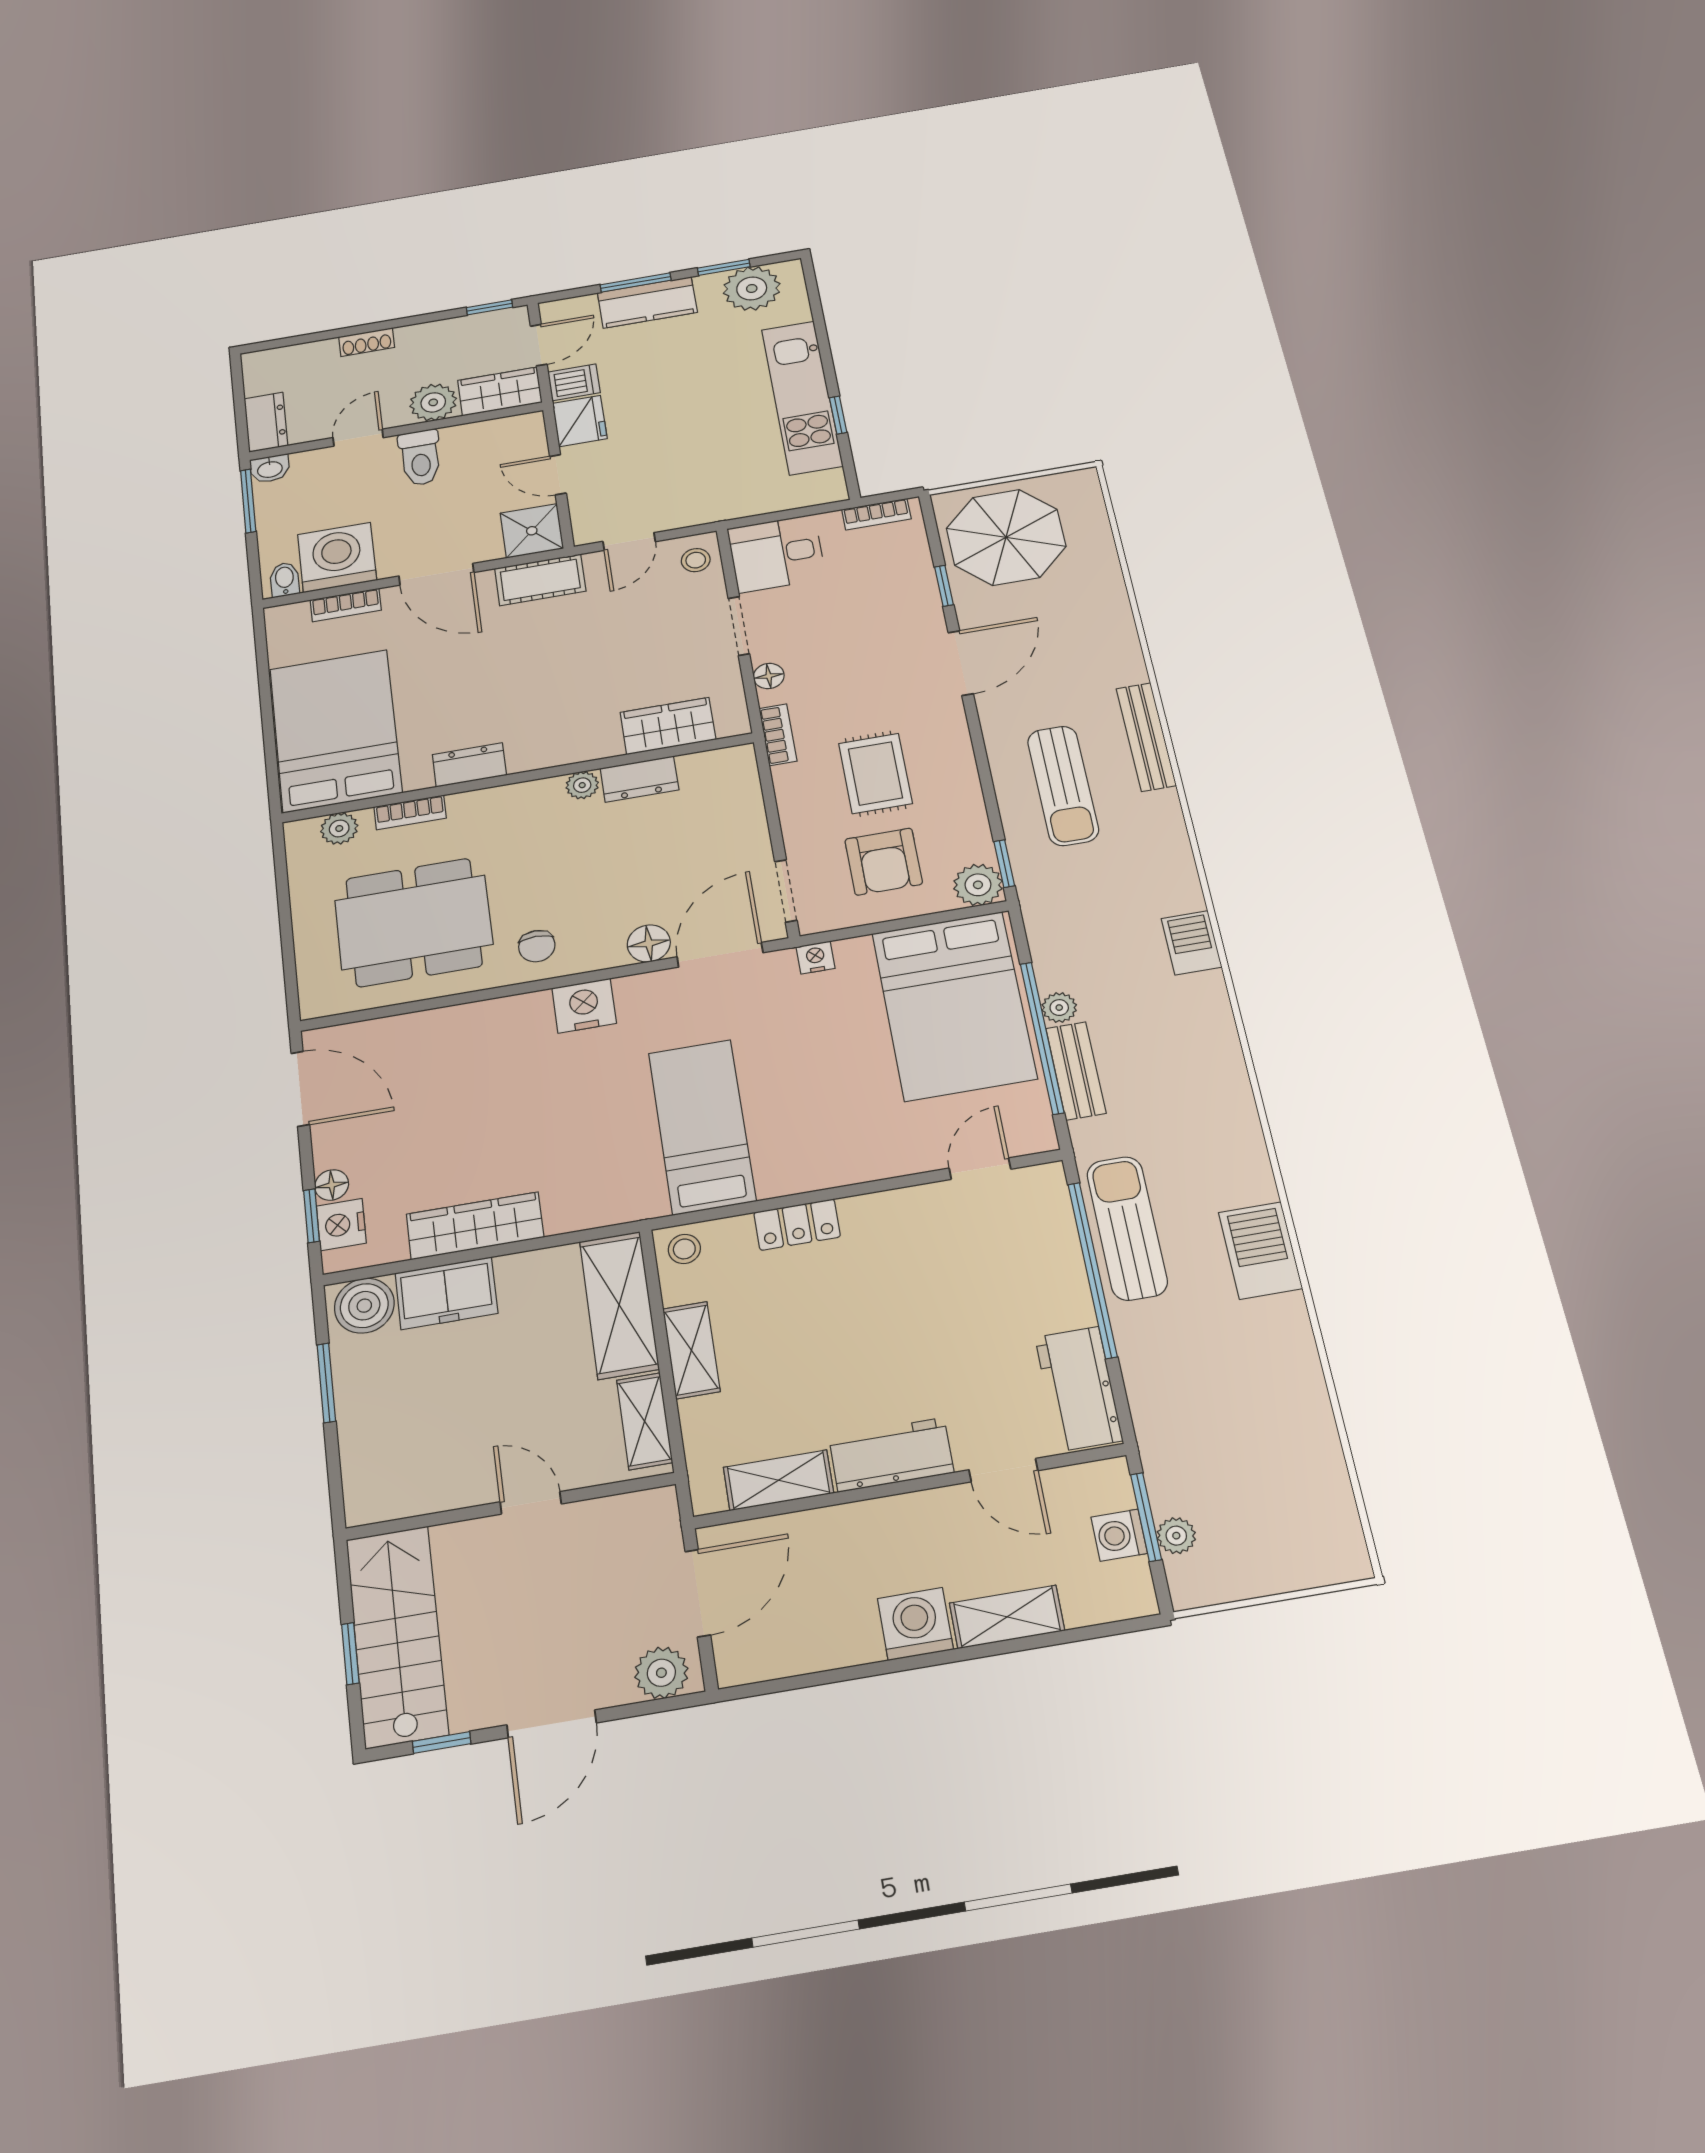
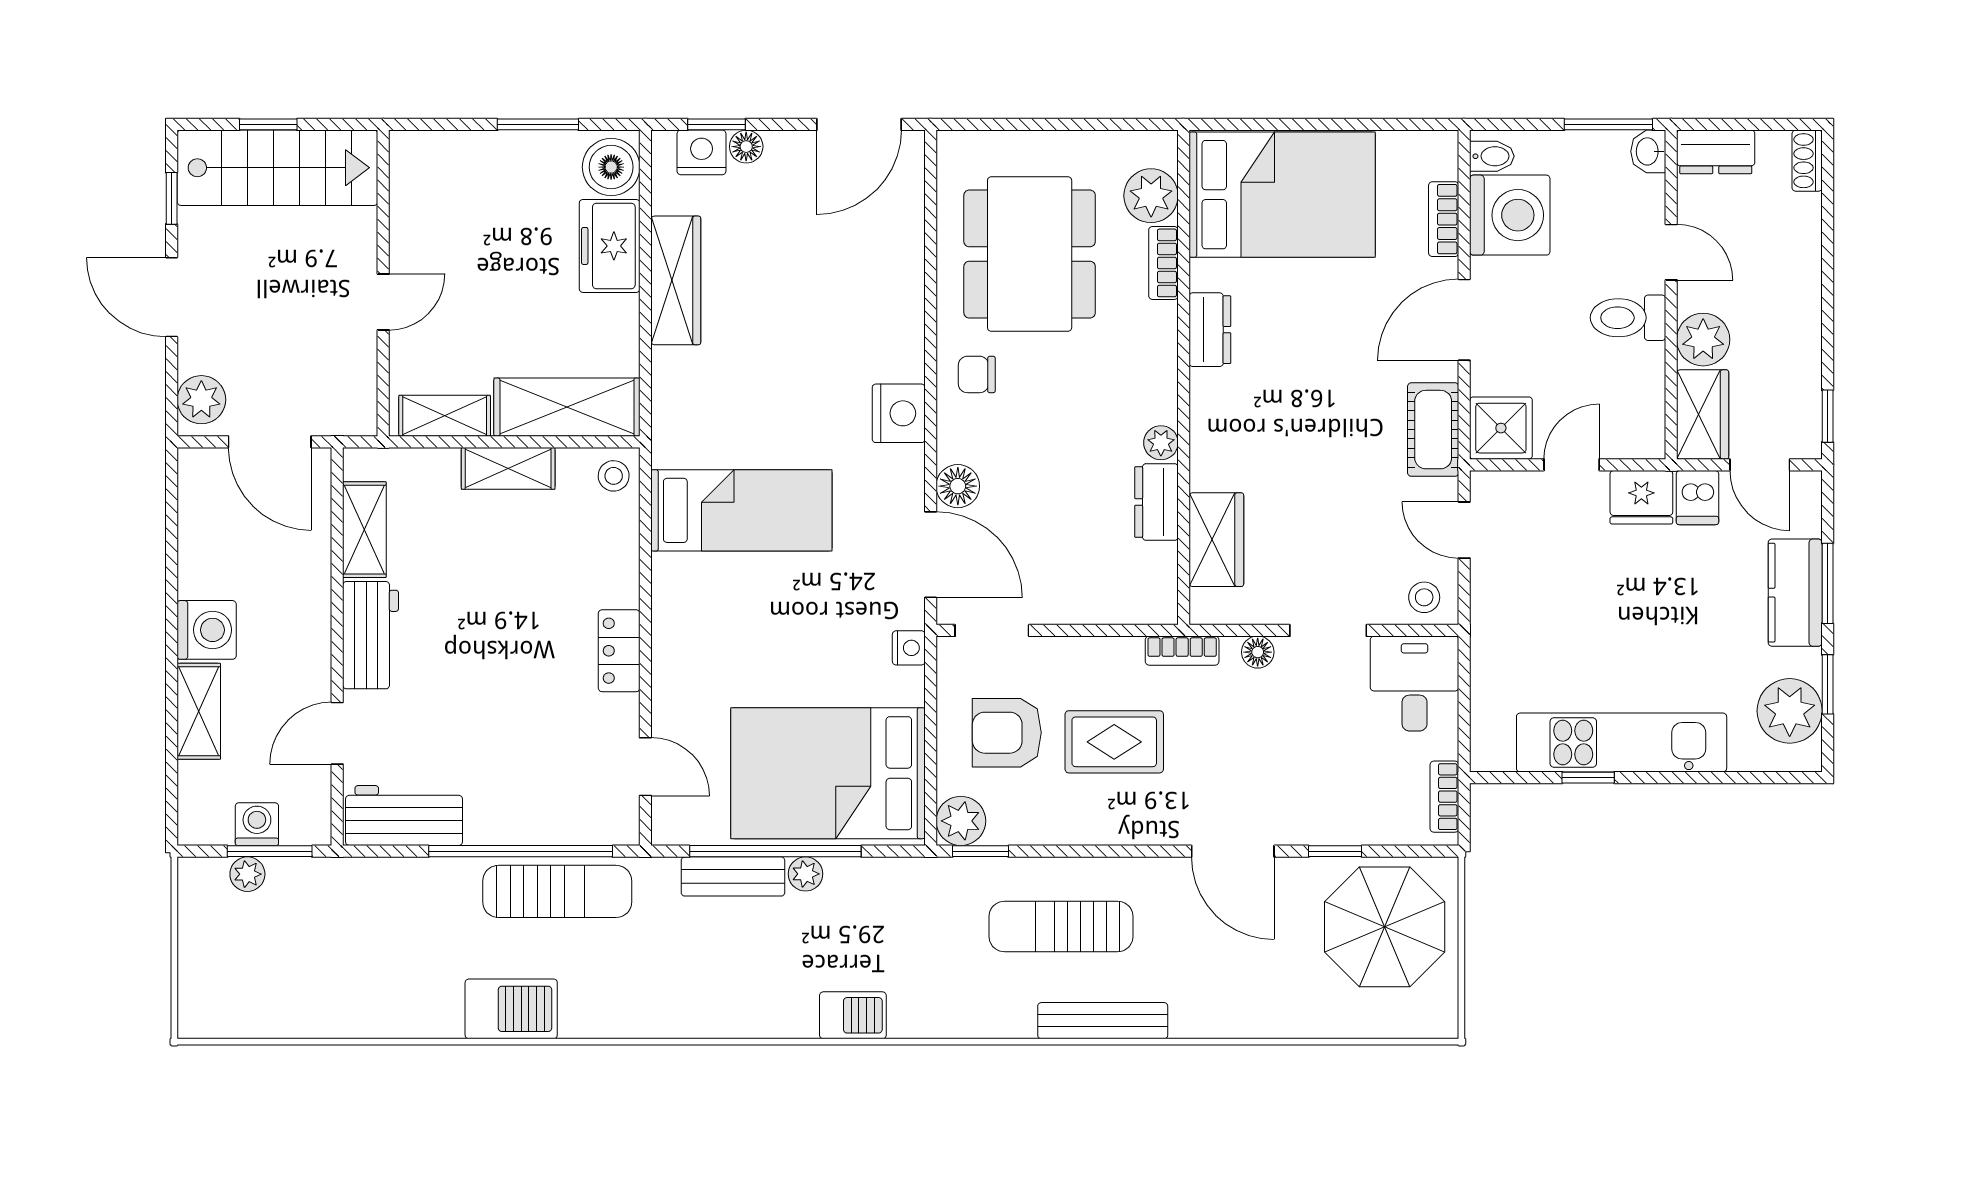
shoe rack: (367, 342) -> (1807, 161), moved
plant: (339, 828) -> (1151, 196), width x1.38, depth x1.38
locker: (797, 1225) -> (619, 651), moved

